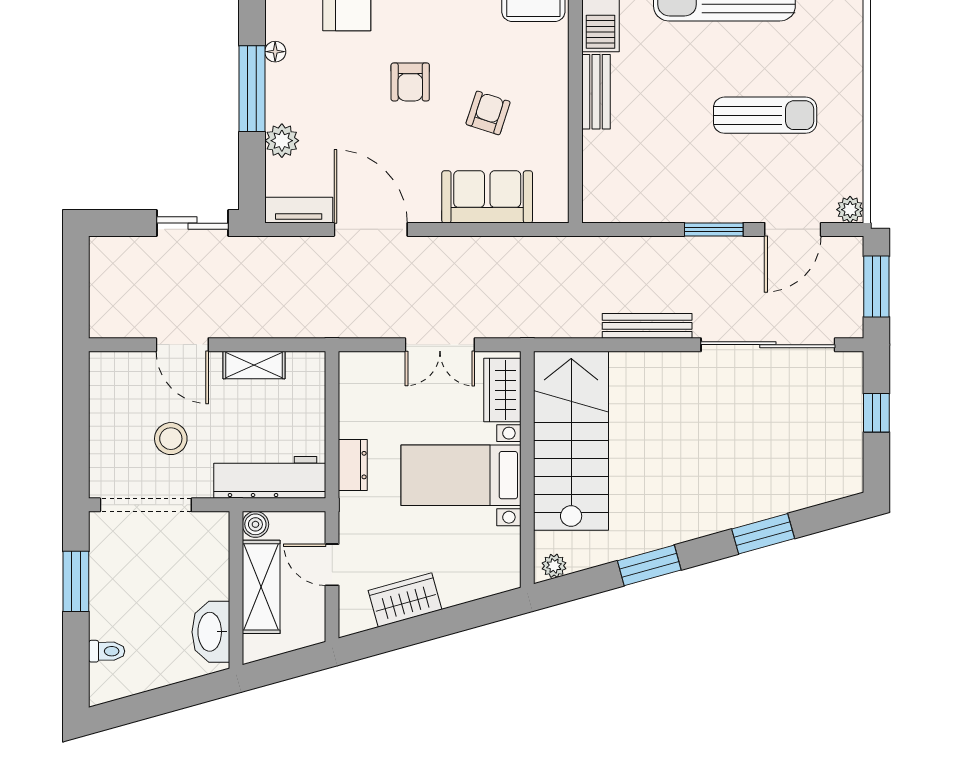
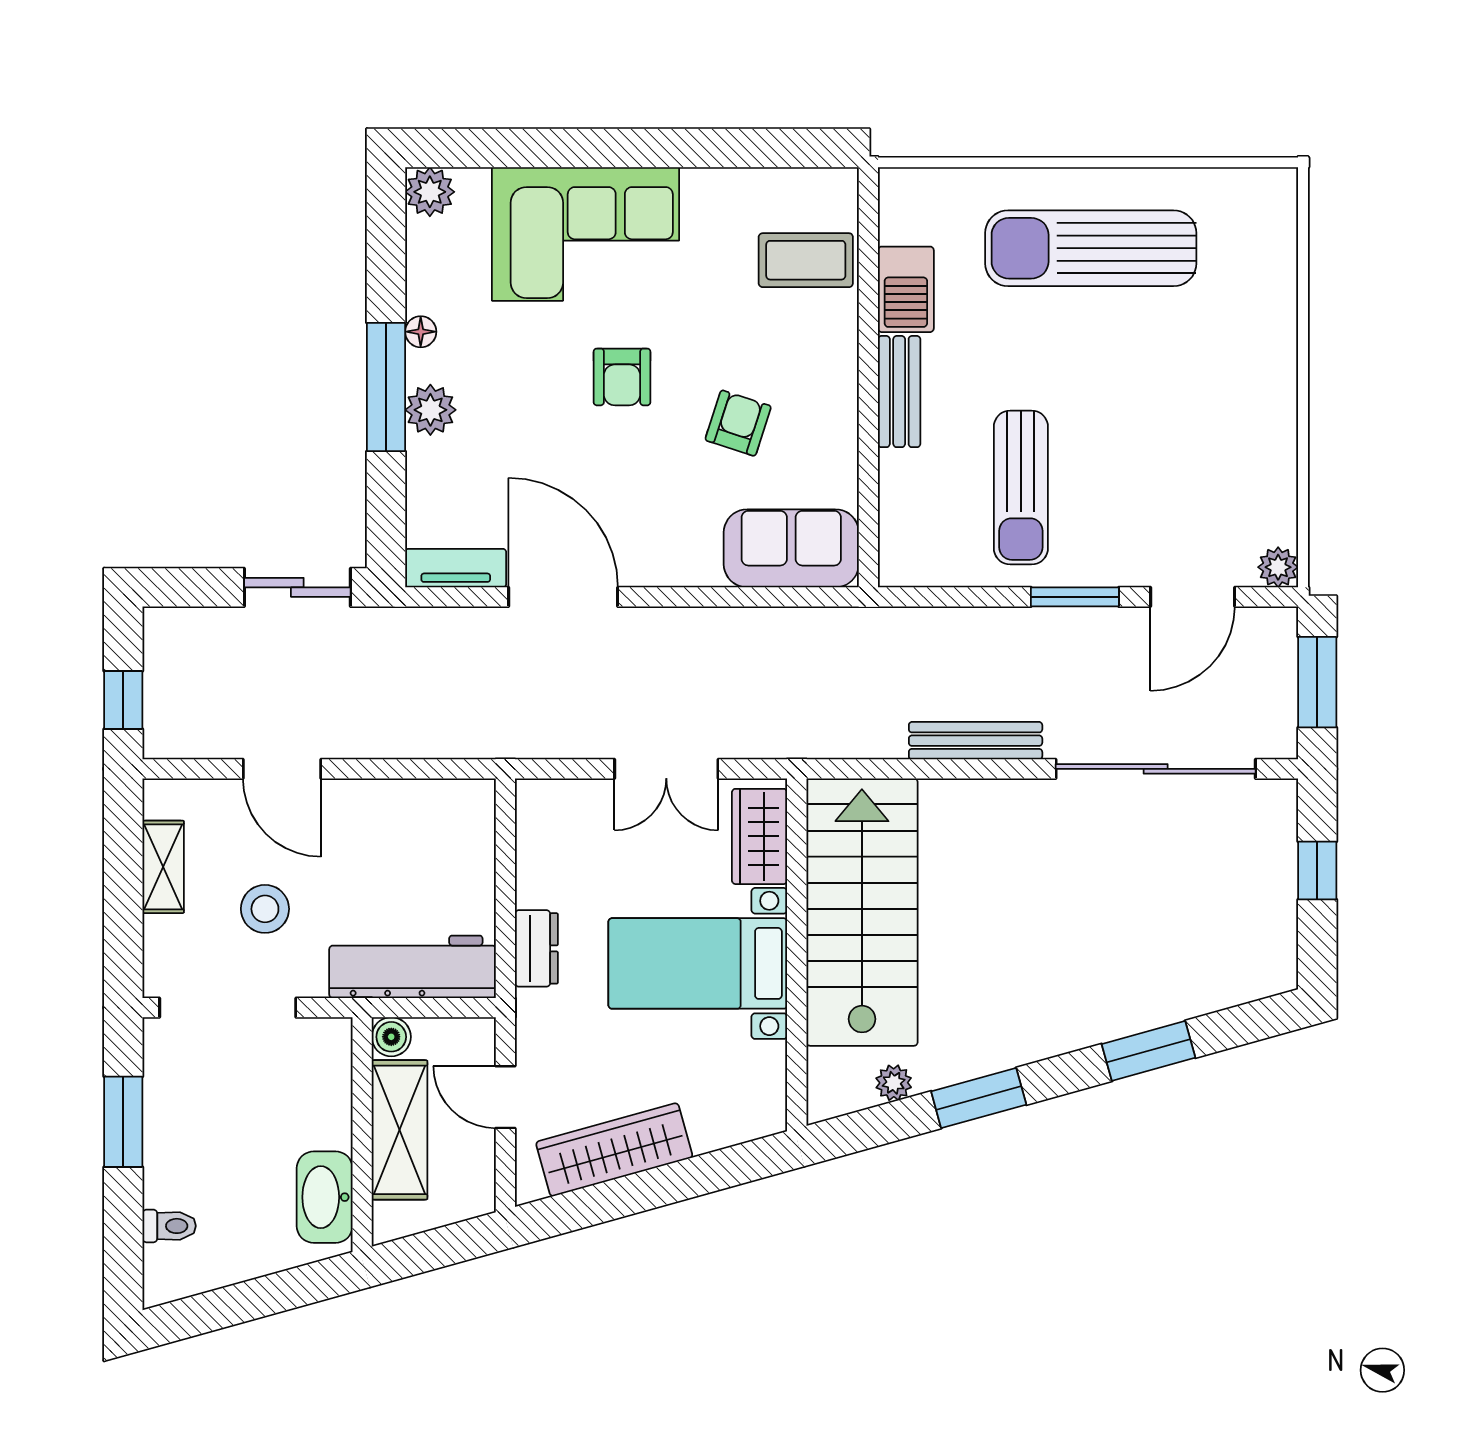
sun lounger: (765, 115) -> (1021, 488), moved, turned 90
plant: (282, 141) -> (430, 410), moved
sofa: (487, 197) -> (791, 548), moved
window: (76, 299) -> (123, 700), added
shelving: (254, 365) -> (163, 867), moved, turned 90
plant: (554, 566) -> (894, 1083), moved
wardrobe: (405, 600) -> (614, 1150), width x1.50

